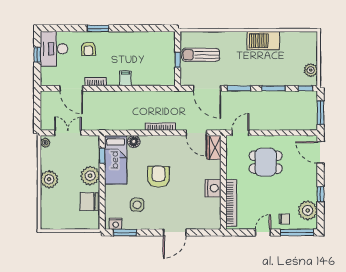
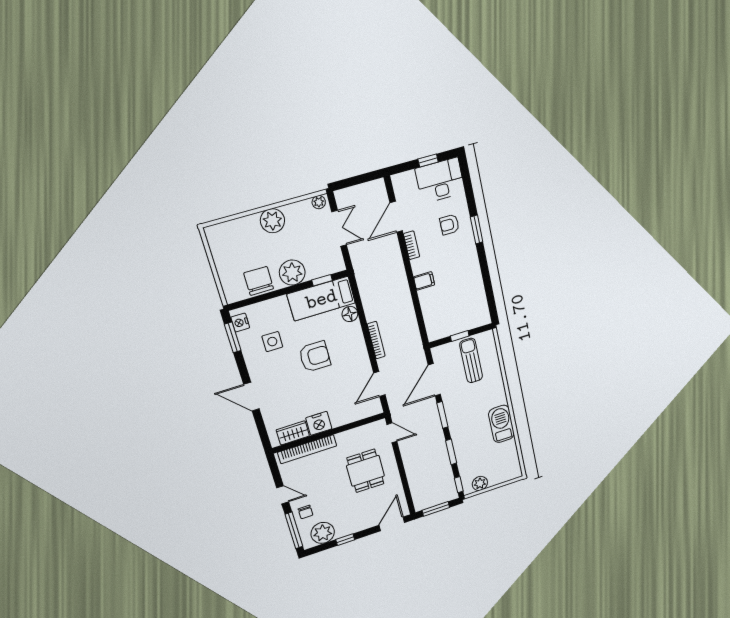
wardrobe: (214, 147) -> (293, 433), moved

